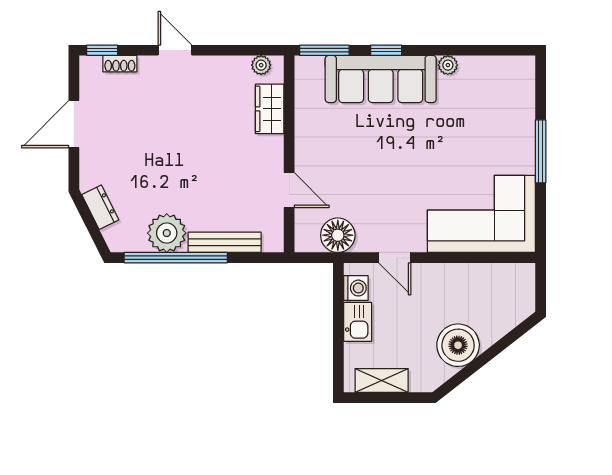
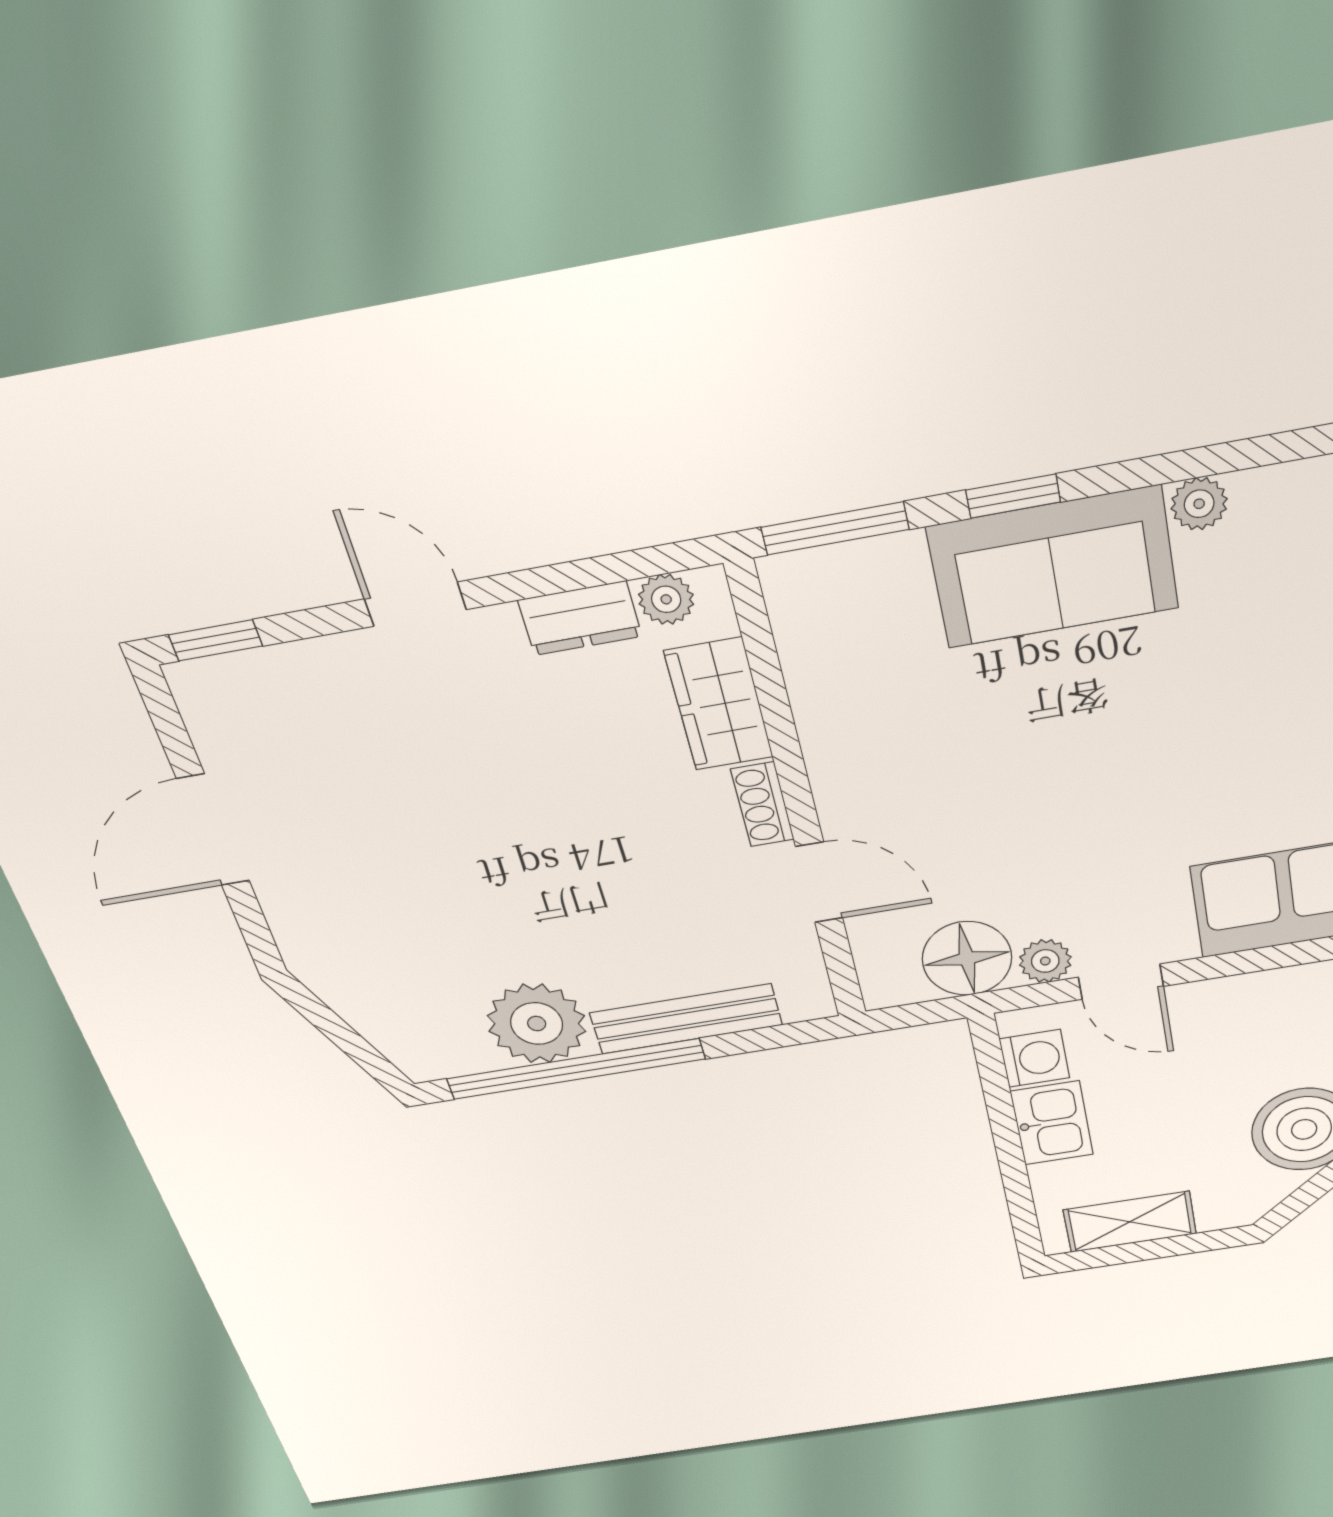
shoe rack: (120, 64) -> (762, 804), moved, turned 90
sofa: (381, 79) -> (1053, 568), width x0.73
dresser: (100, 207) -> (580, 618), moved, turned 117
plant: (367, 242) -> (1045, 961), added

